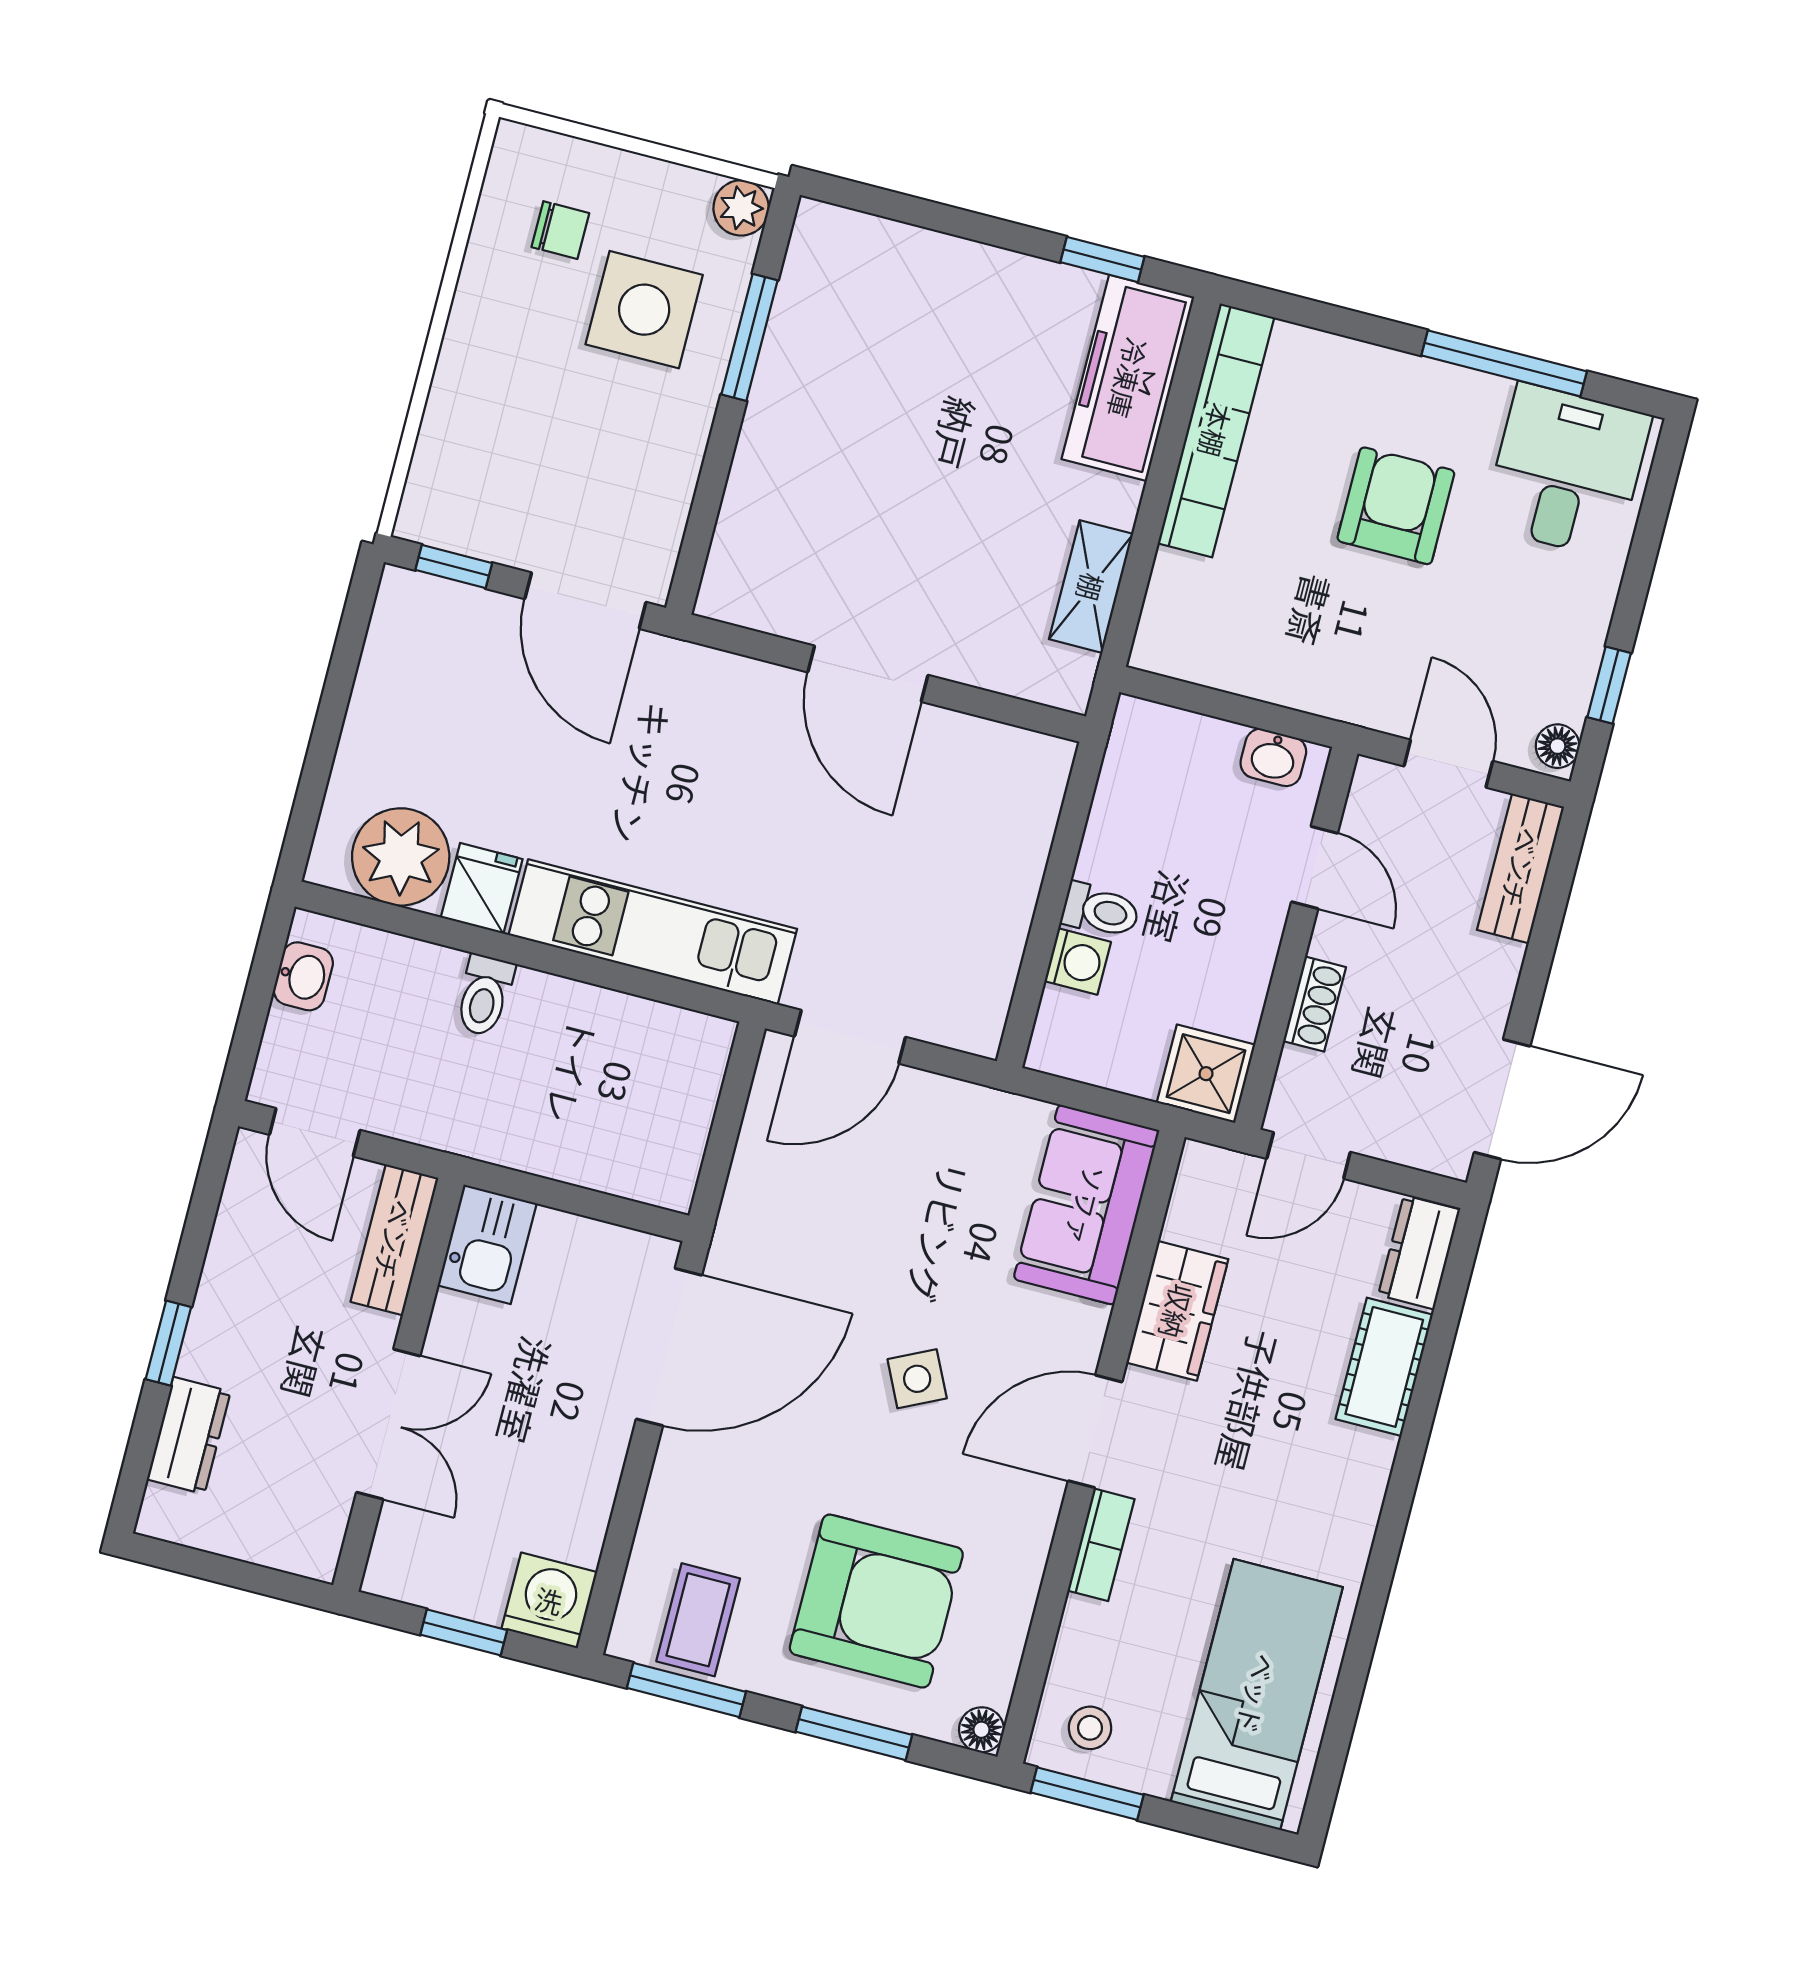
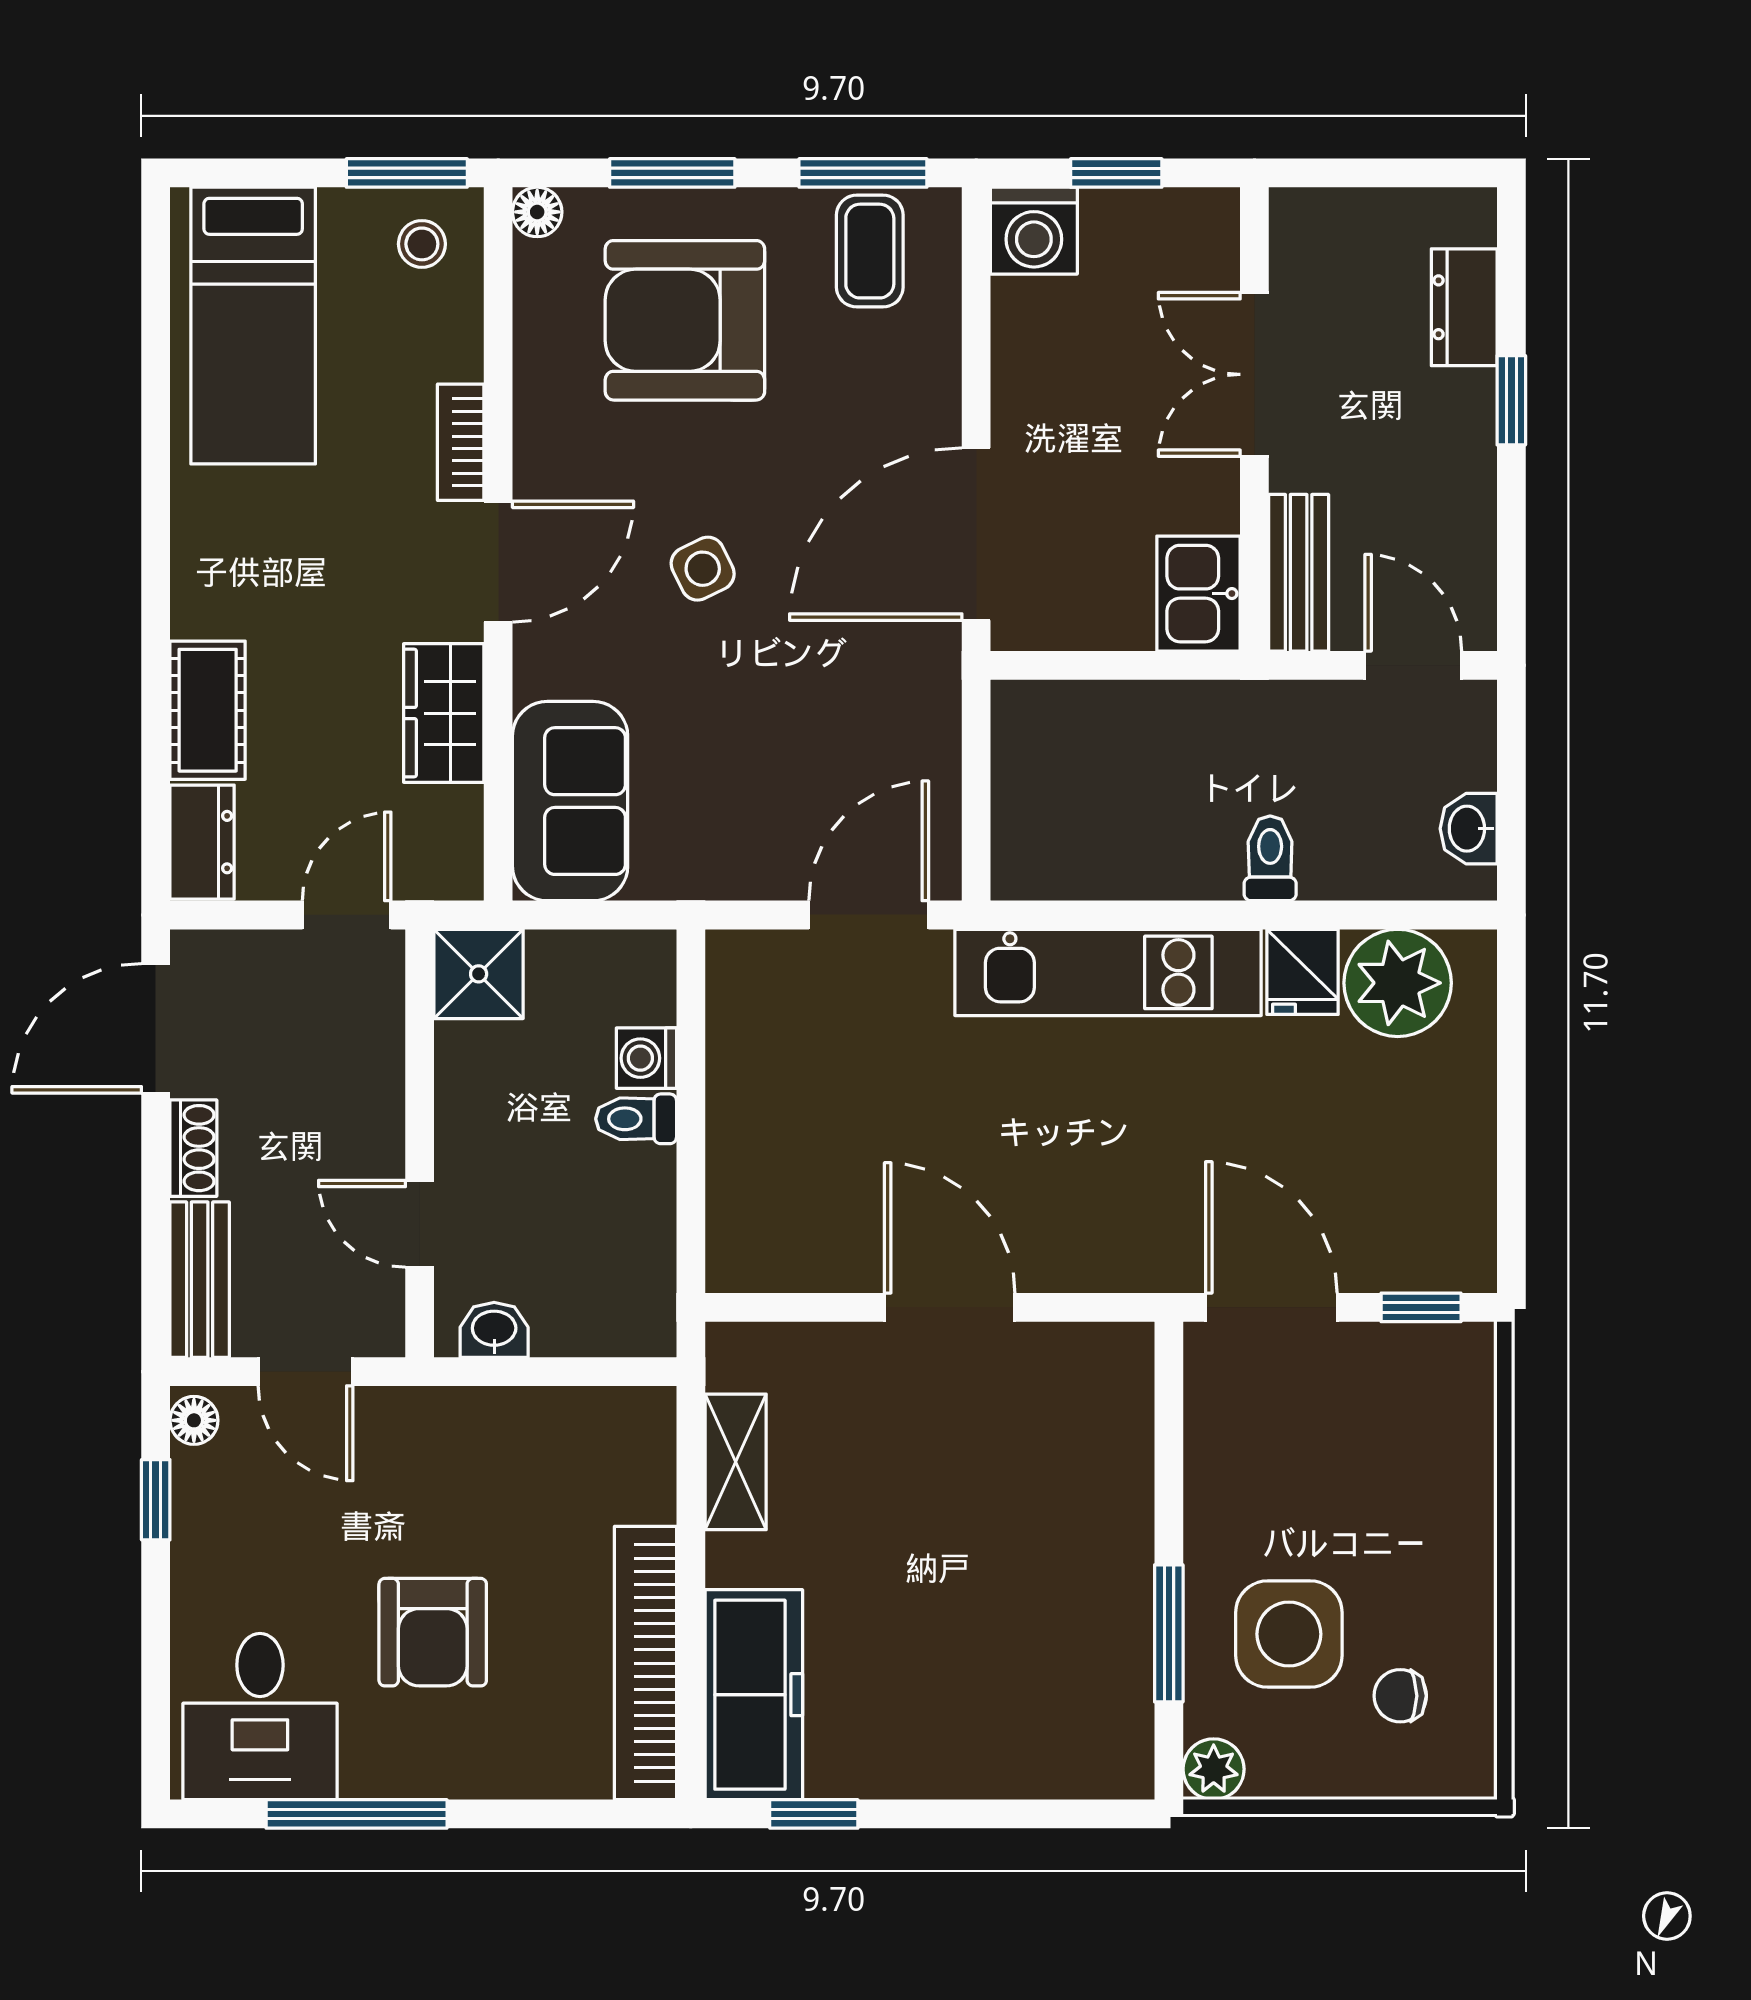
shoe rack: (1315, 1004) -> (193, 1148), moved, turned 180

